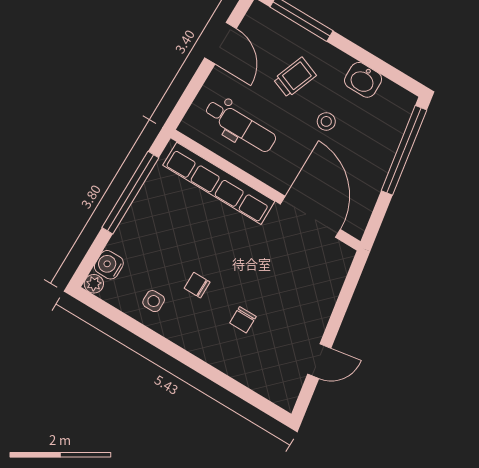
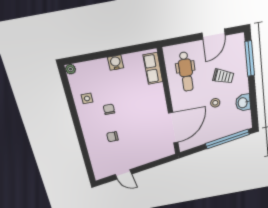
row of seats: (219, 183) -> (153, 68), width x0.50
window: (130, 193) -> (120, 51), removed
water cooler: (109, 265) -> (116, 63), moved

